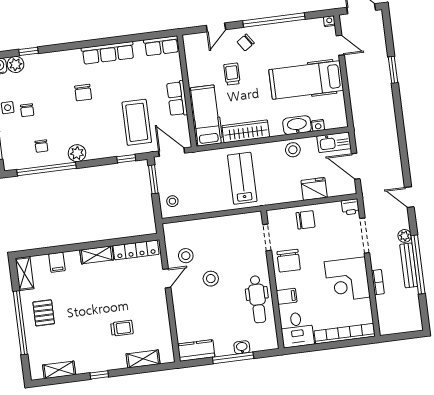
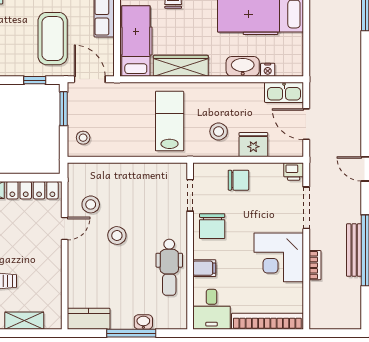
stool: (293, 150) -> (219, 131), moved
plant: (405, 236) -> (354, 214), removed

